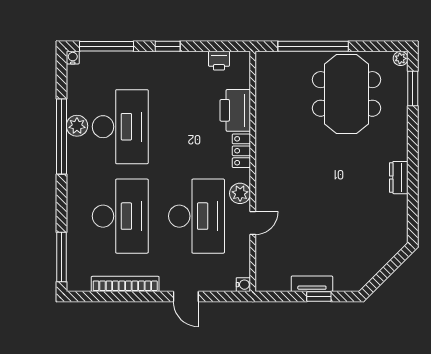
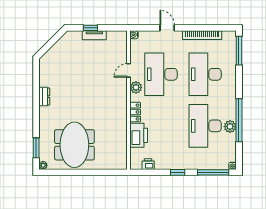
window: (313, 46) -> (94, 172), removed

